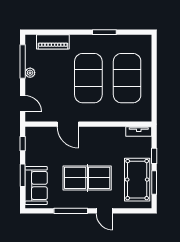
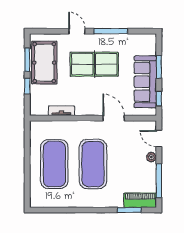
window: (104, 32) -> (129, 210), moved
piano: (53, 42) -> (140, 200), moved
plant: (30, 73) -> (151, 157), moved
tv unit: (139, 131) -> (61, 111), moved
sofa: (36, 186) -> (145, 82), moved, width x1.36

